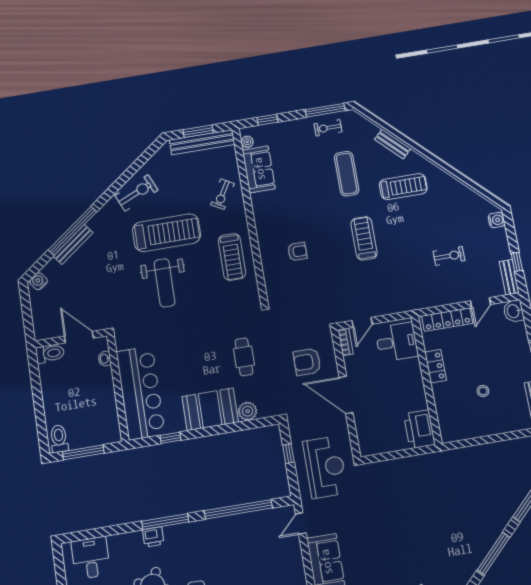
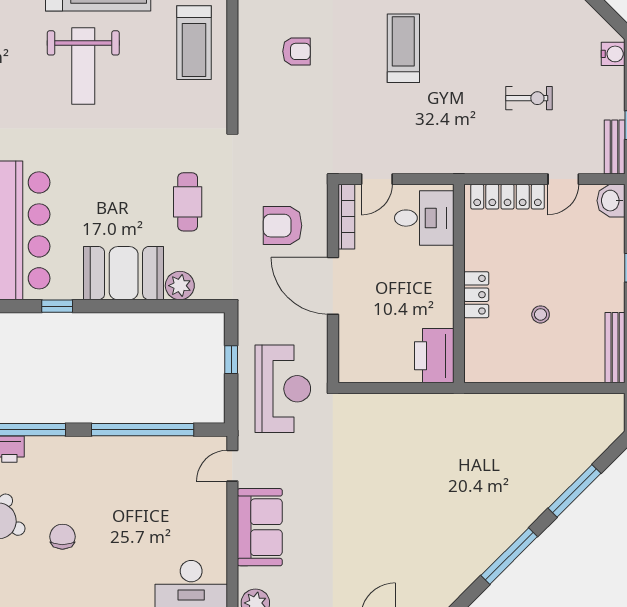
bookcase: (346, 342) -> (346, 217), width x1.56
locker: (436, 366) -> (476, 295), moved

